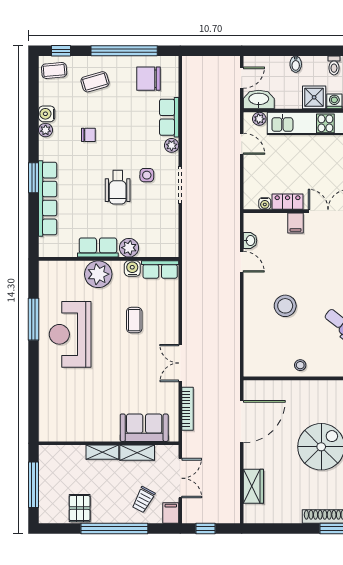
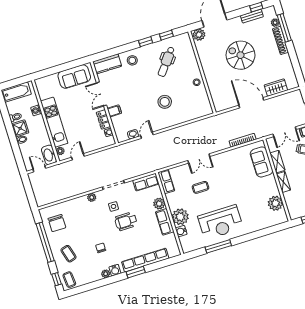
shower: (314, 97) -> (20, 128), moved
water cooler: (47, 114) -> (115, 270), moved
row of seats: (169, 117) -> (146, 182), moved
wheelchair: (118, 187) -> (126, 221), turned 180
water cooler: (132, 269) -> (181, 231), moved
double door: (180, 363) -> (199, 158), moved
door: (242, 422) -> (251, 103), moved
plant: (73, 429) -> (275, 203), added
double door: (180, 478) -> (284, 132), swing flipped

